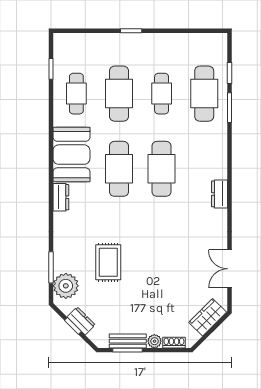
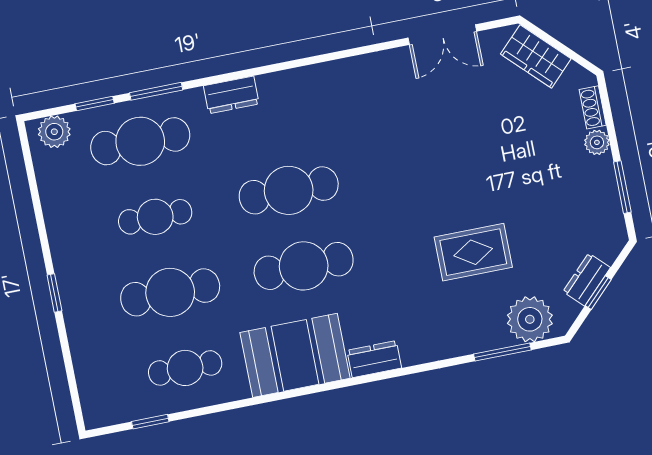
plant: (219, 48) -> (54, 132), added
dresser: (220, 194) -> (231, 95), moved
bench: (128, 341) -> (606, 190), removed

